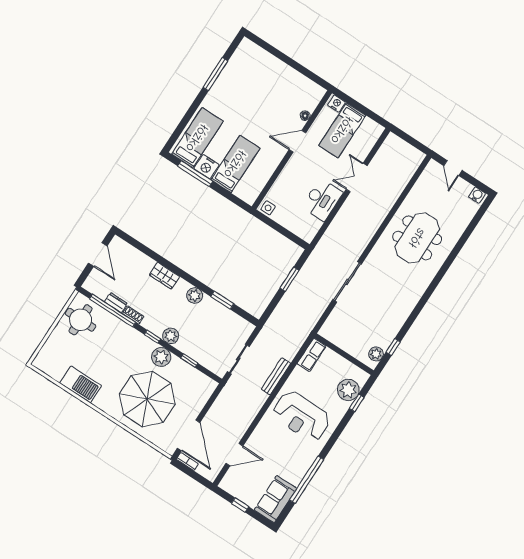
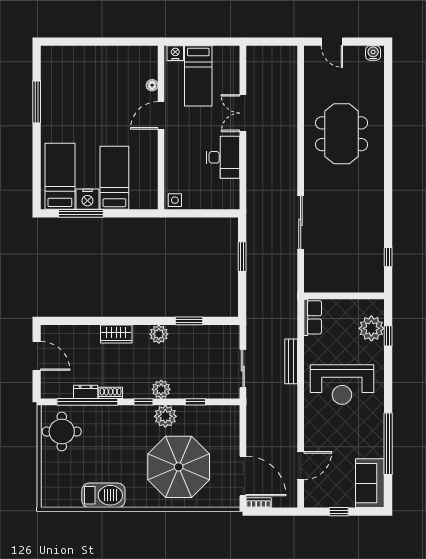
plant: (376, 354) -> (376, 275), removed

